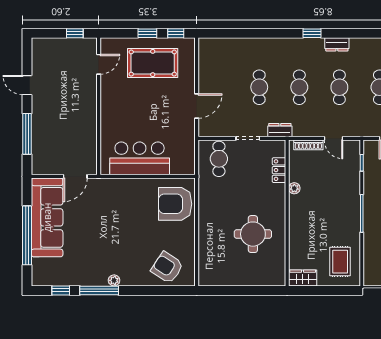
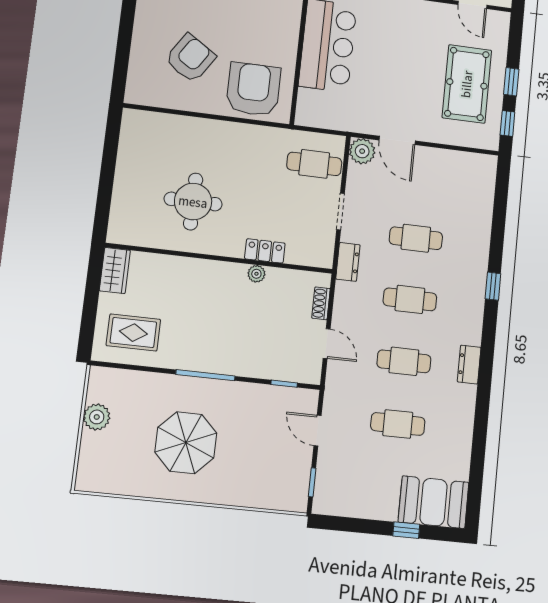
window: (312, 33) -> (493, 286), moved
plant: (207, 128) -> (362, 151), added
door: (334, 138) -> (327, 344), swing flipped
shoe rack: (308, 145) -> (321, 303), width x0.70
locker: (279, 170) -> (265, 251), moved
armchair: (167, 267) -> (190, 58), moved

